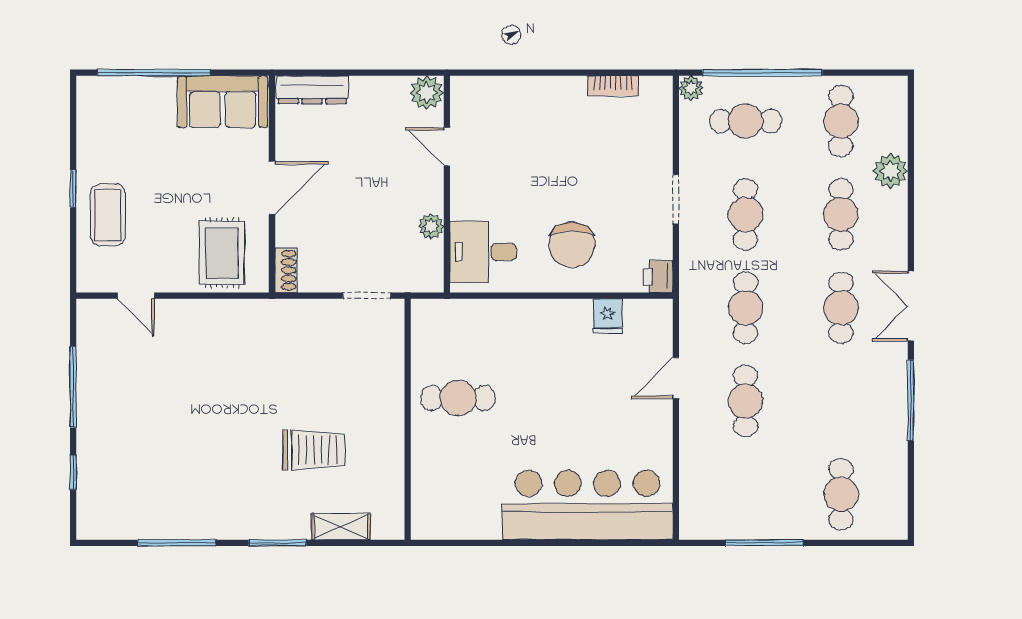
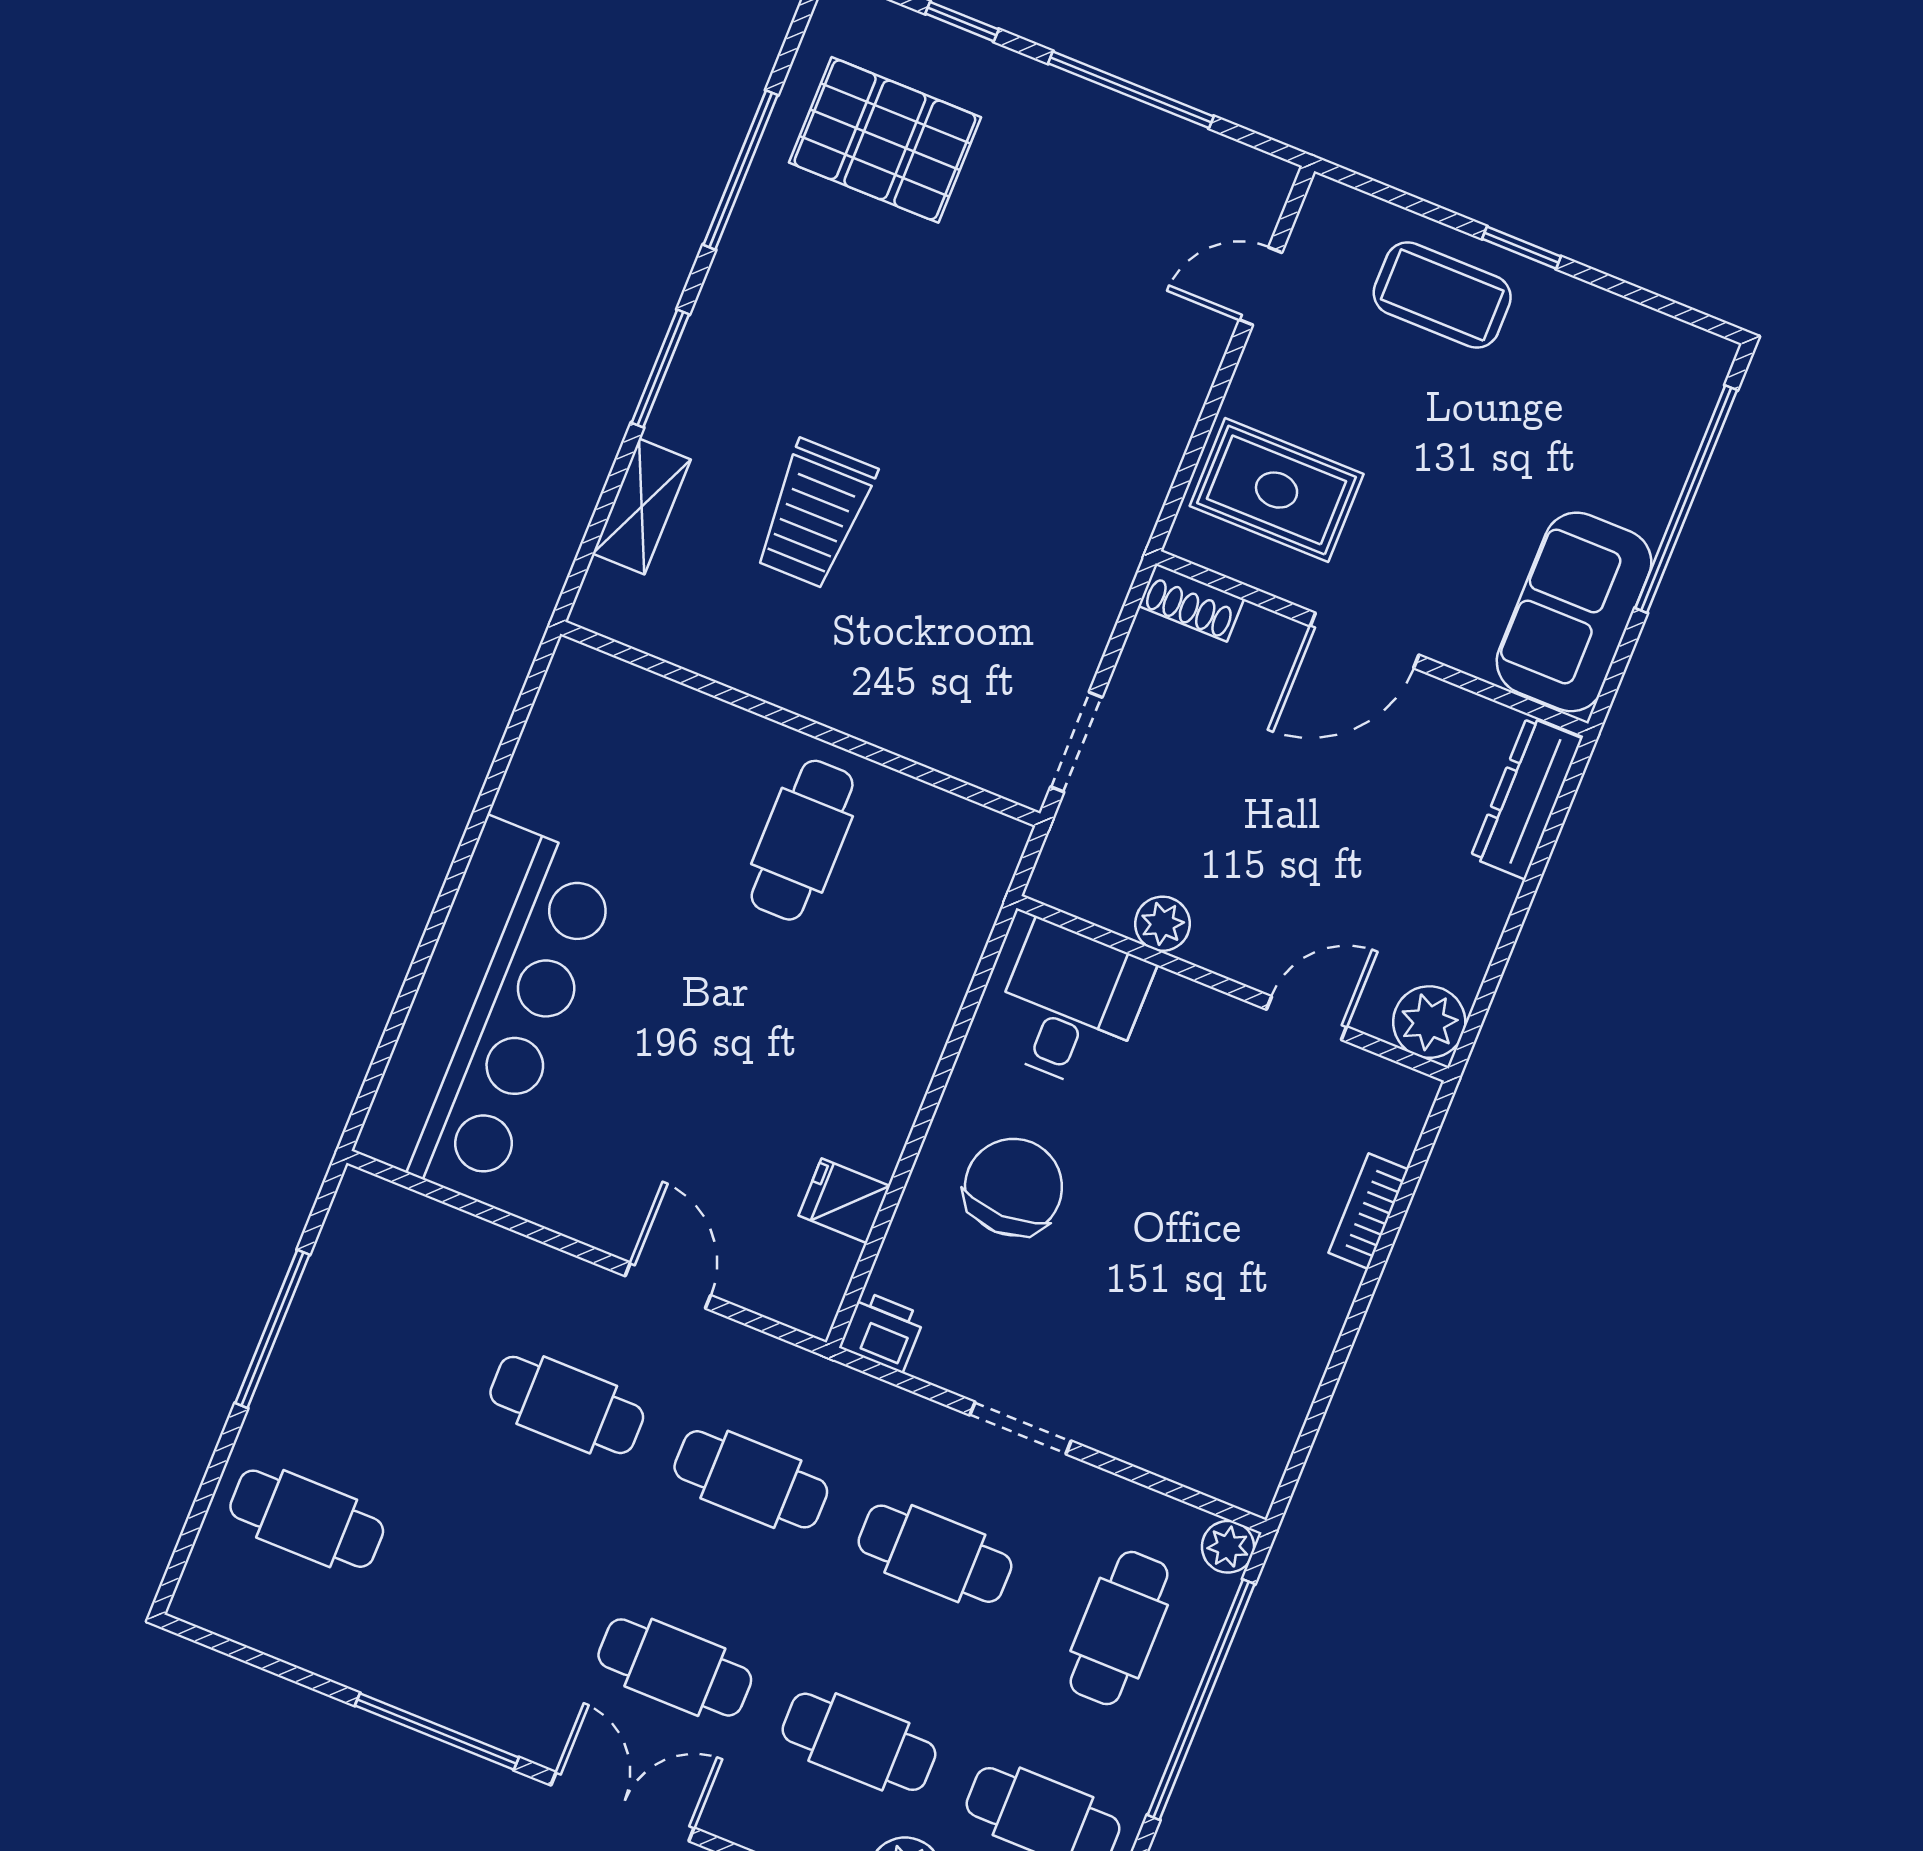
bookcase: (613, 86) -> (1368, 1211), moved
door: (272, 188) -> (1364, 641), hinge flipped
chair: (572, 245) -> (1013, 1187), turned 90
pallet: (138, 485) -> (885, 140), added

